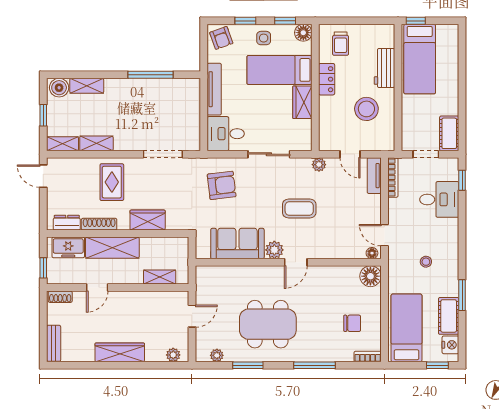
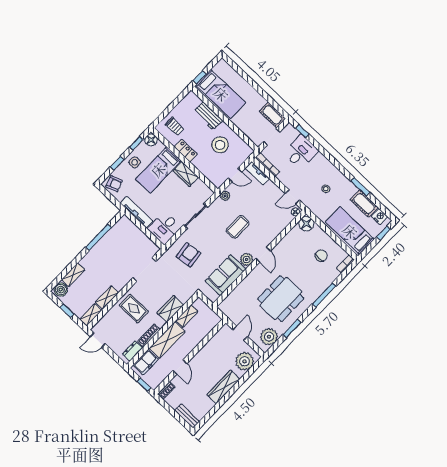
shelving: (160, 277) -> (187, 316), moved
plant: (173, 355) -> (245, 361), width x1.87, depth x1.87
plant: (217, 355) -> (269, 337), width x1.88, depth x1.88

